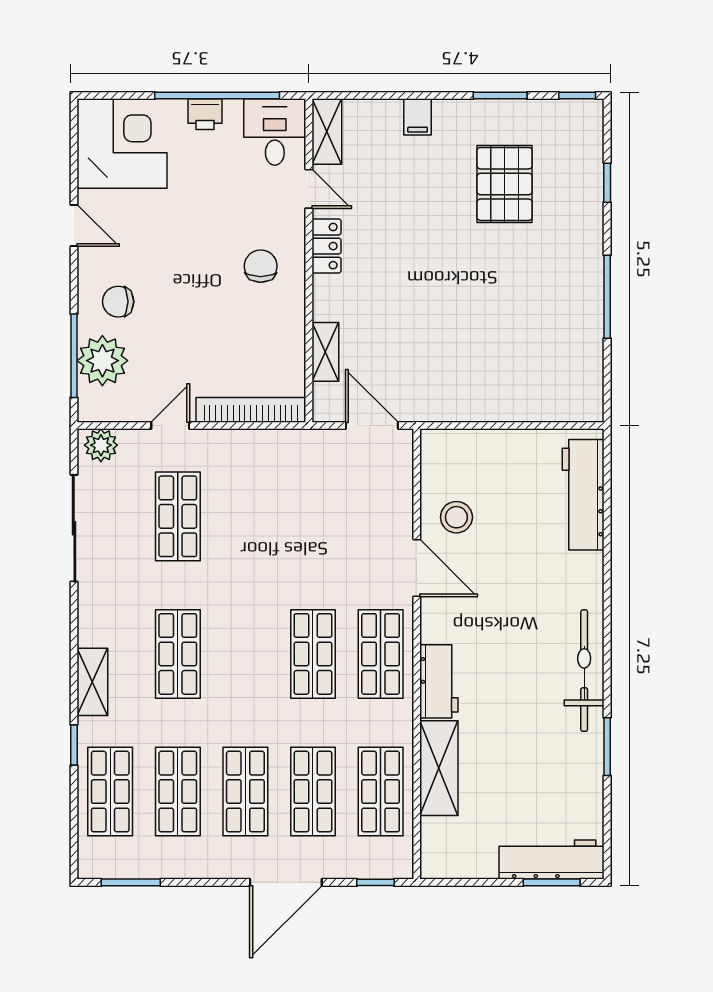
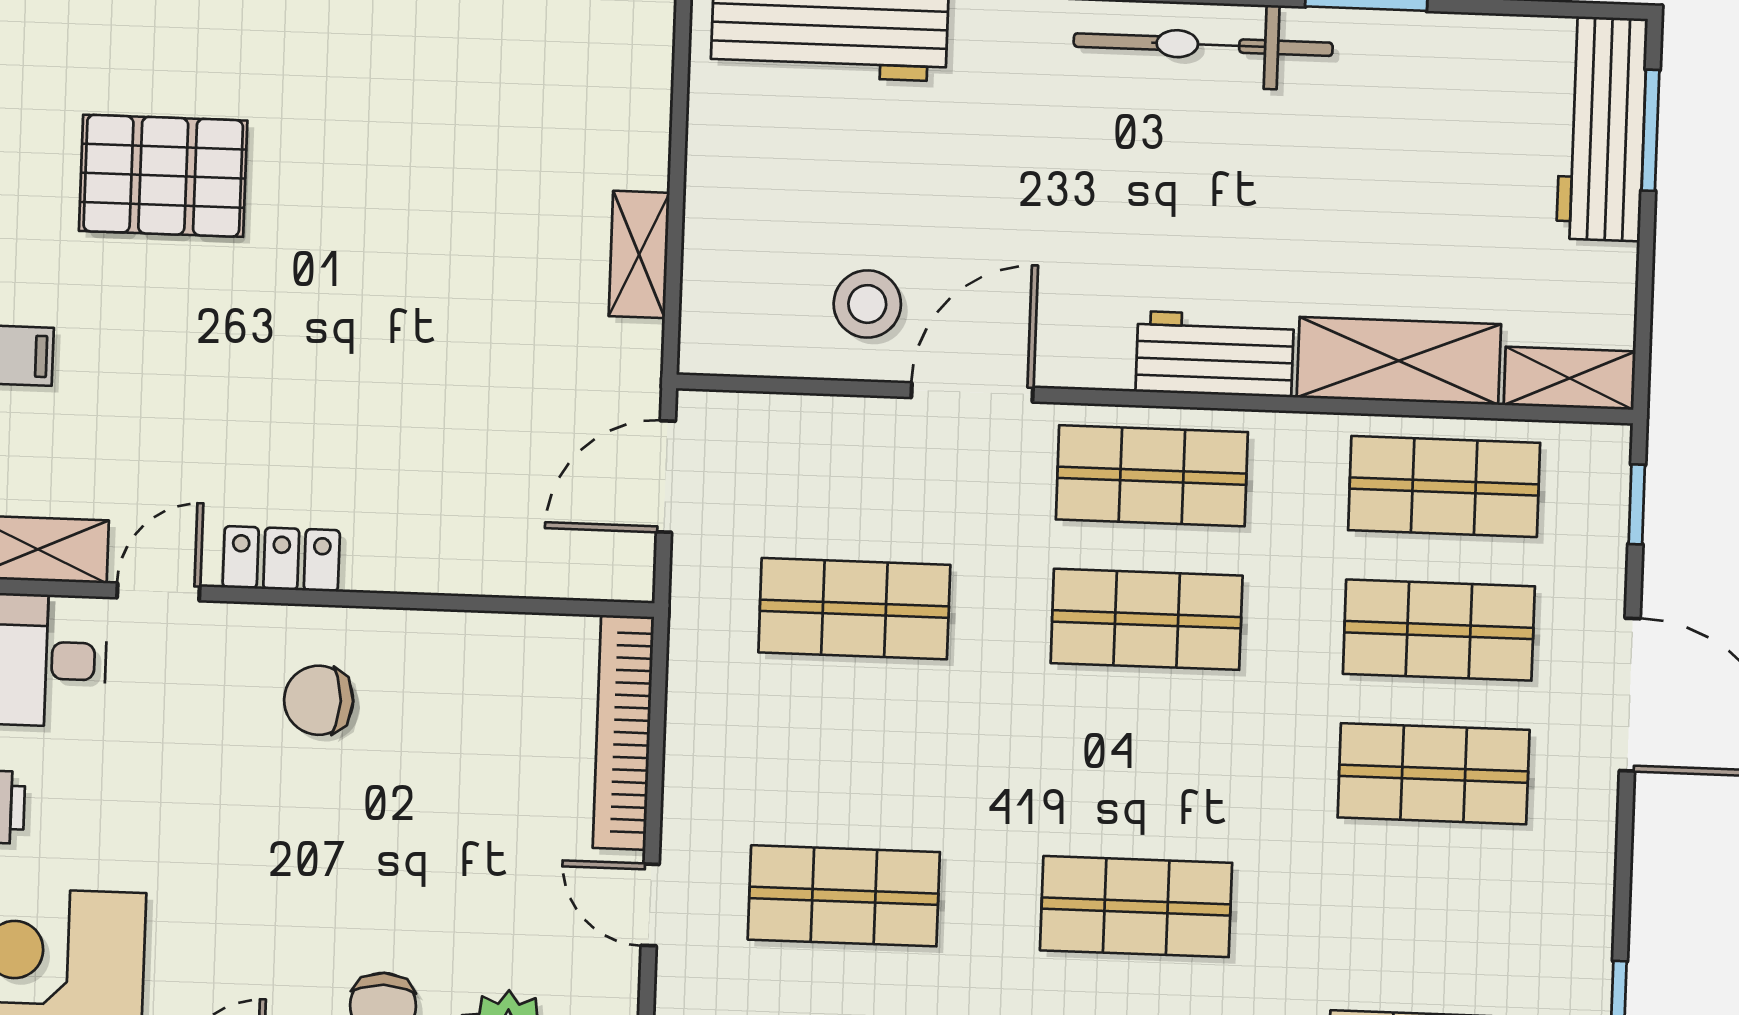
shelving: (325, 352) -> (639, 254), moved, turned 90
shop shelf: (178, 792) -> (854, 609), moved
shelving: (434, 849) -> (1570, 378), added

